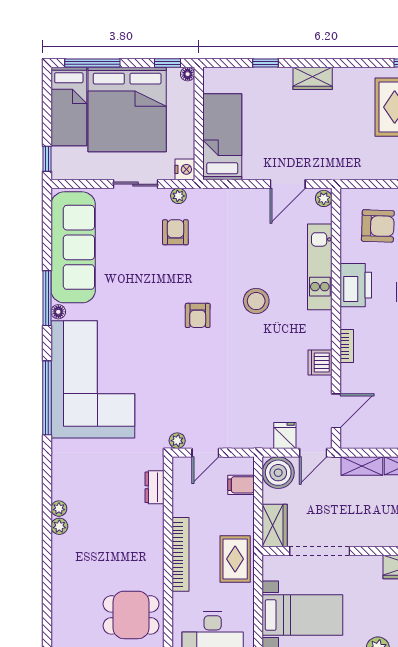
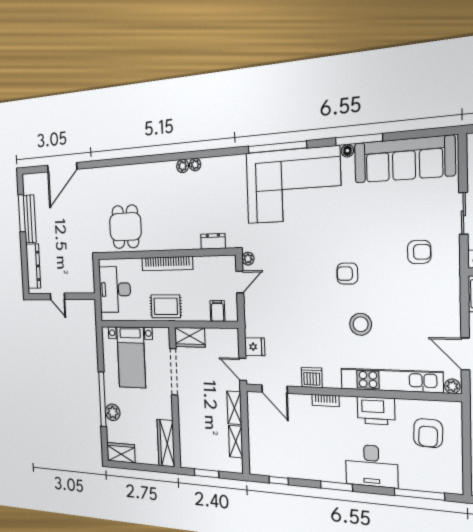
plant: (178, 196) -> (453, 254), removed
kitchen unit: (320, 267) -> (391, 380), width x1.36
door: (205, 453) -> (240, 282), swing flipped
boiler: (278, 473) -> (227, 341), removed

